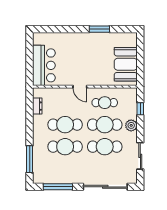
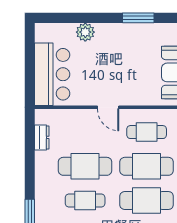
plant: (65, 38) -> (85, 32), added
cafe table: (65, 147) -> (85, 200), width x0.73, depth x0.74

